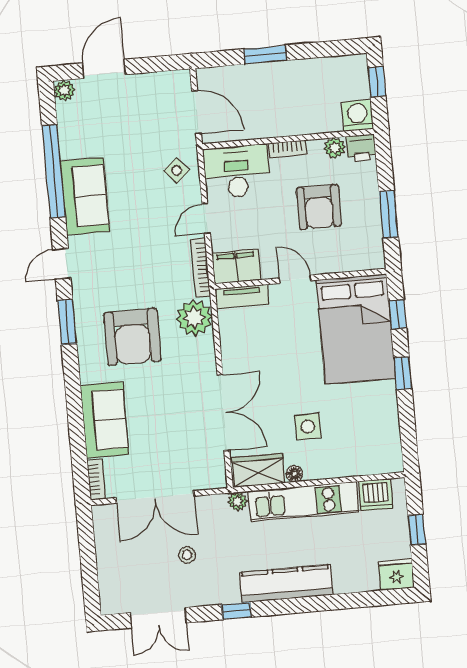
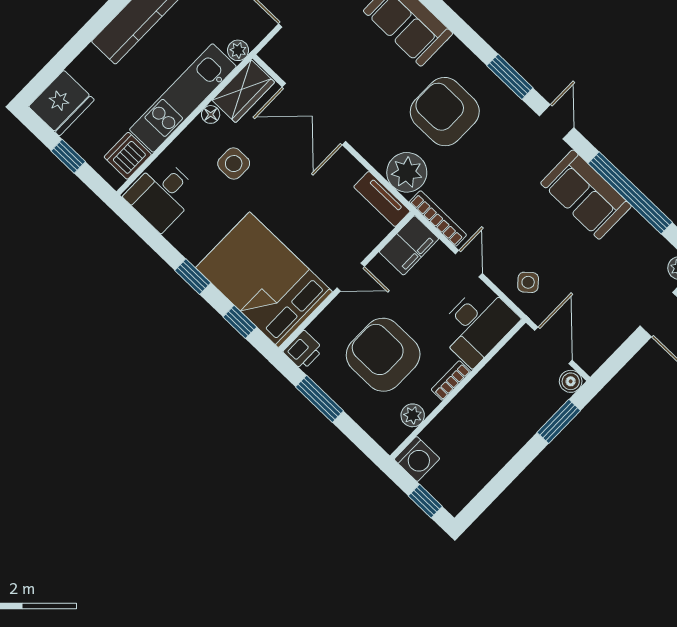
window: (265, 55) -> (559, 421), moved
boiler: (206, 77) -> (571, 381), added
door: (197, 112) -> (553, 345), swing flipped
printer: (361, 148) -> (303, 350), moved, turned 180
armchair: (319, 207) -> (383, 355), width x1.36, depth x1.36
tv unit: (242, 297) -> (382, 199), moved, turned -90
desk: (375, 448) -> (162, 195), added
fridge: (396, 574) -> (61, 103), width x1.36, depth x1.34

